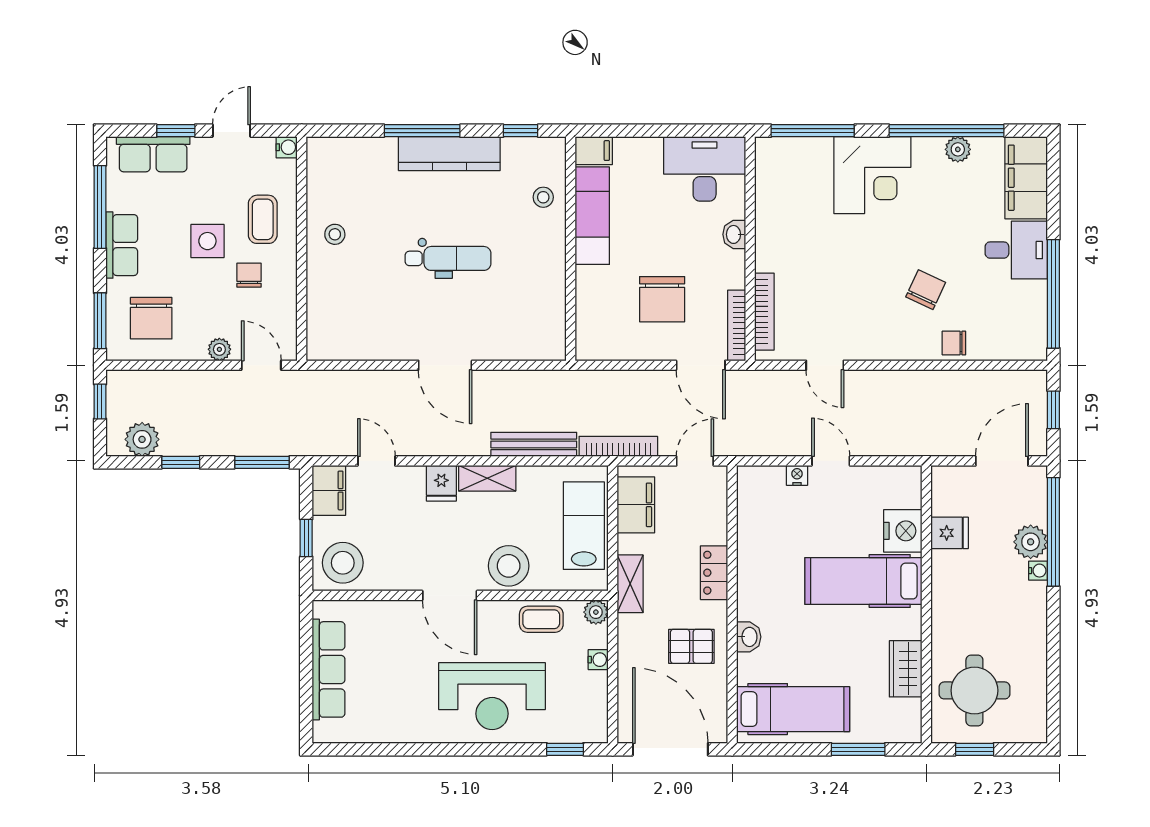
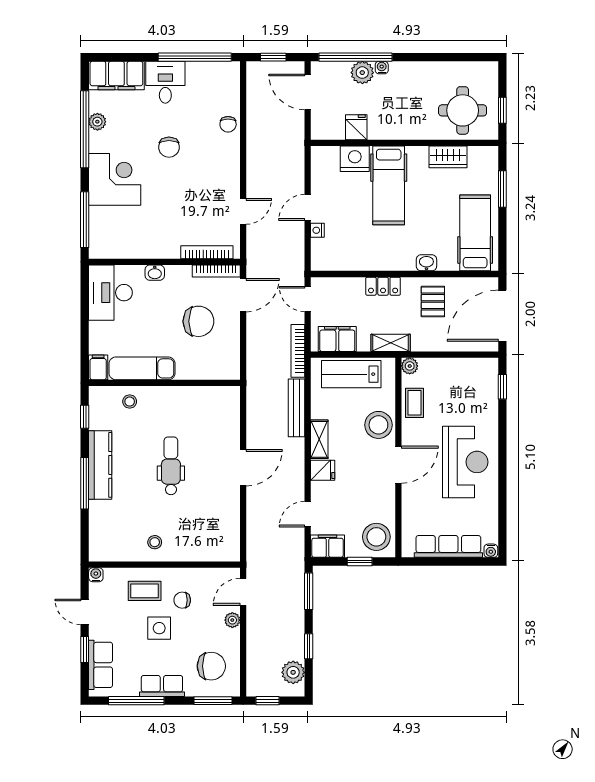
chair: (926, 290) -> (169, 147), moved, turned -115
water cooler: (598, 660) -> (491, 551), moved, turned 180
reception desk: (492, 696) -> (465, 462), moved

